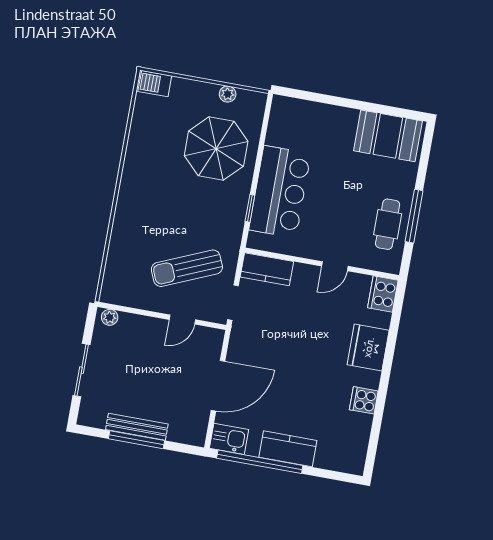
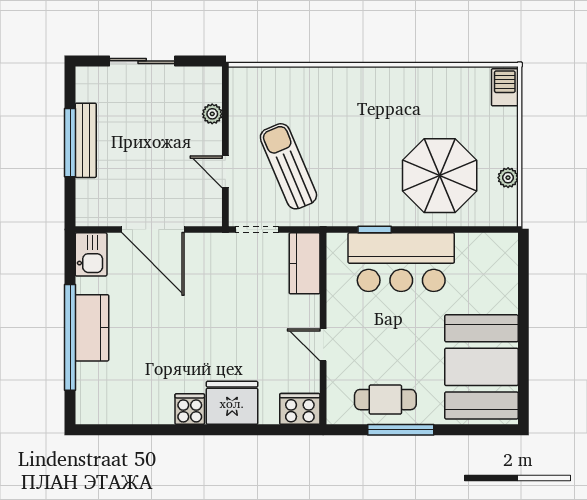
booth: (388, 136) -> (481, 367), width x1.36, depth x1.42
plant: (110, 317) -> (212, 114), moved
cooker: (364, 400) -> (190, 409), moved
window: (260, 462) -> (70, 337), moved

